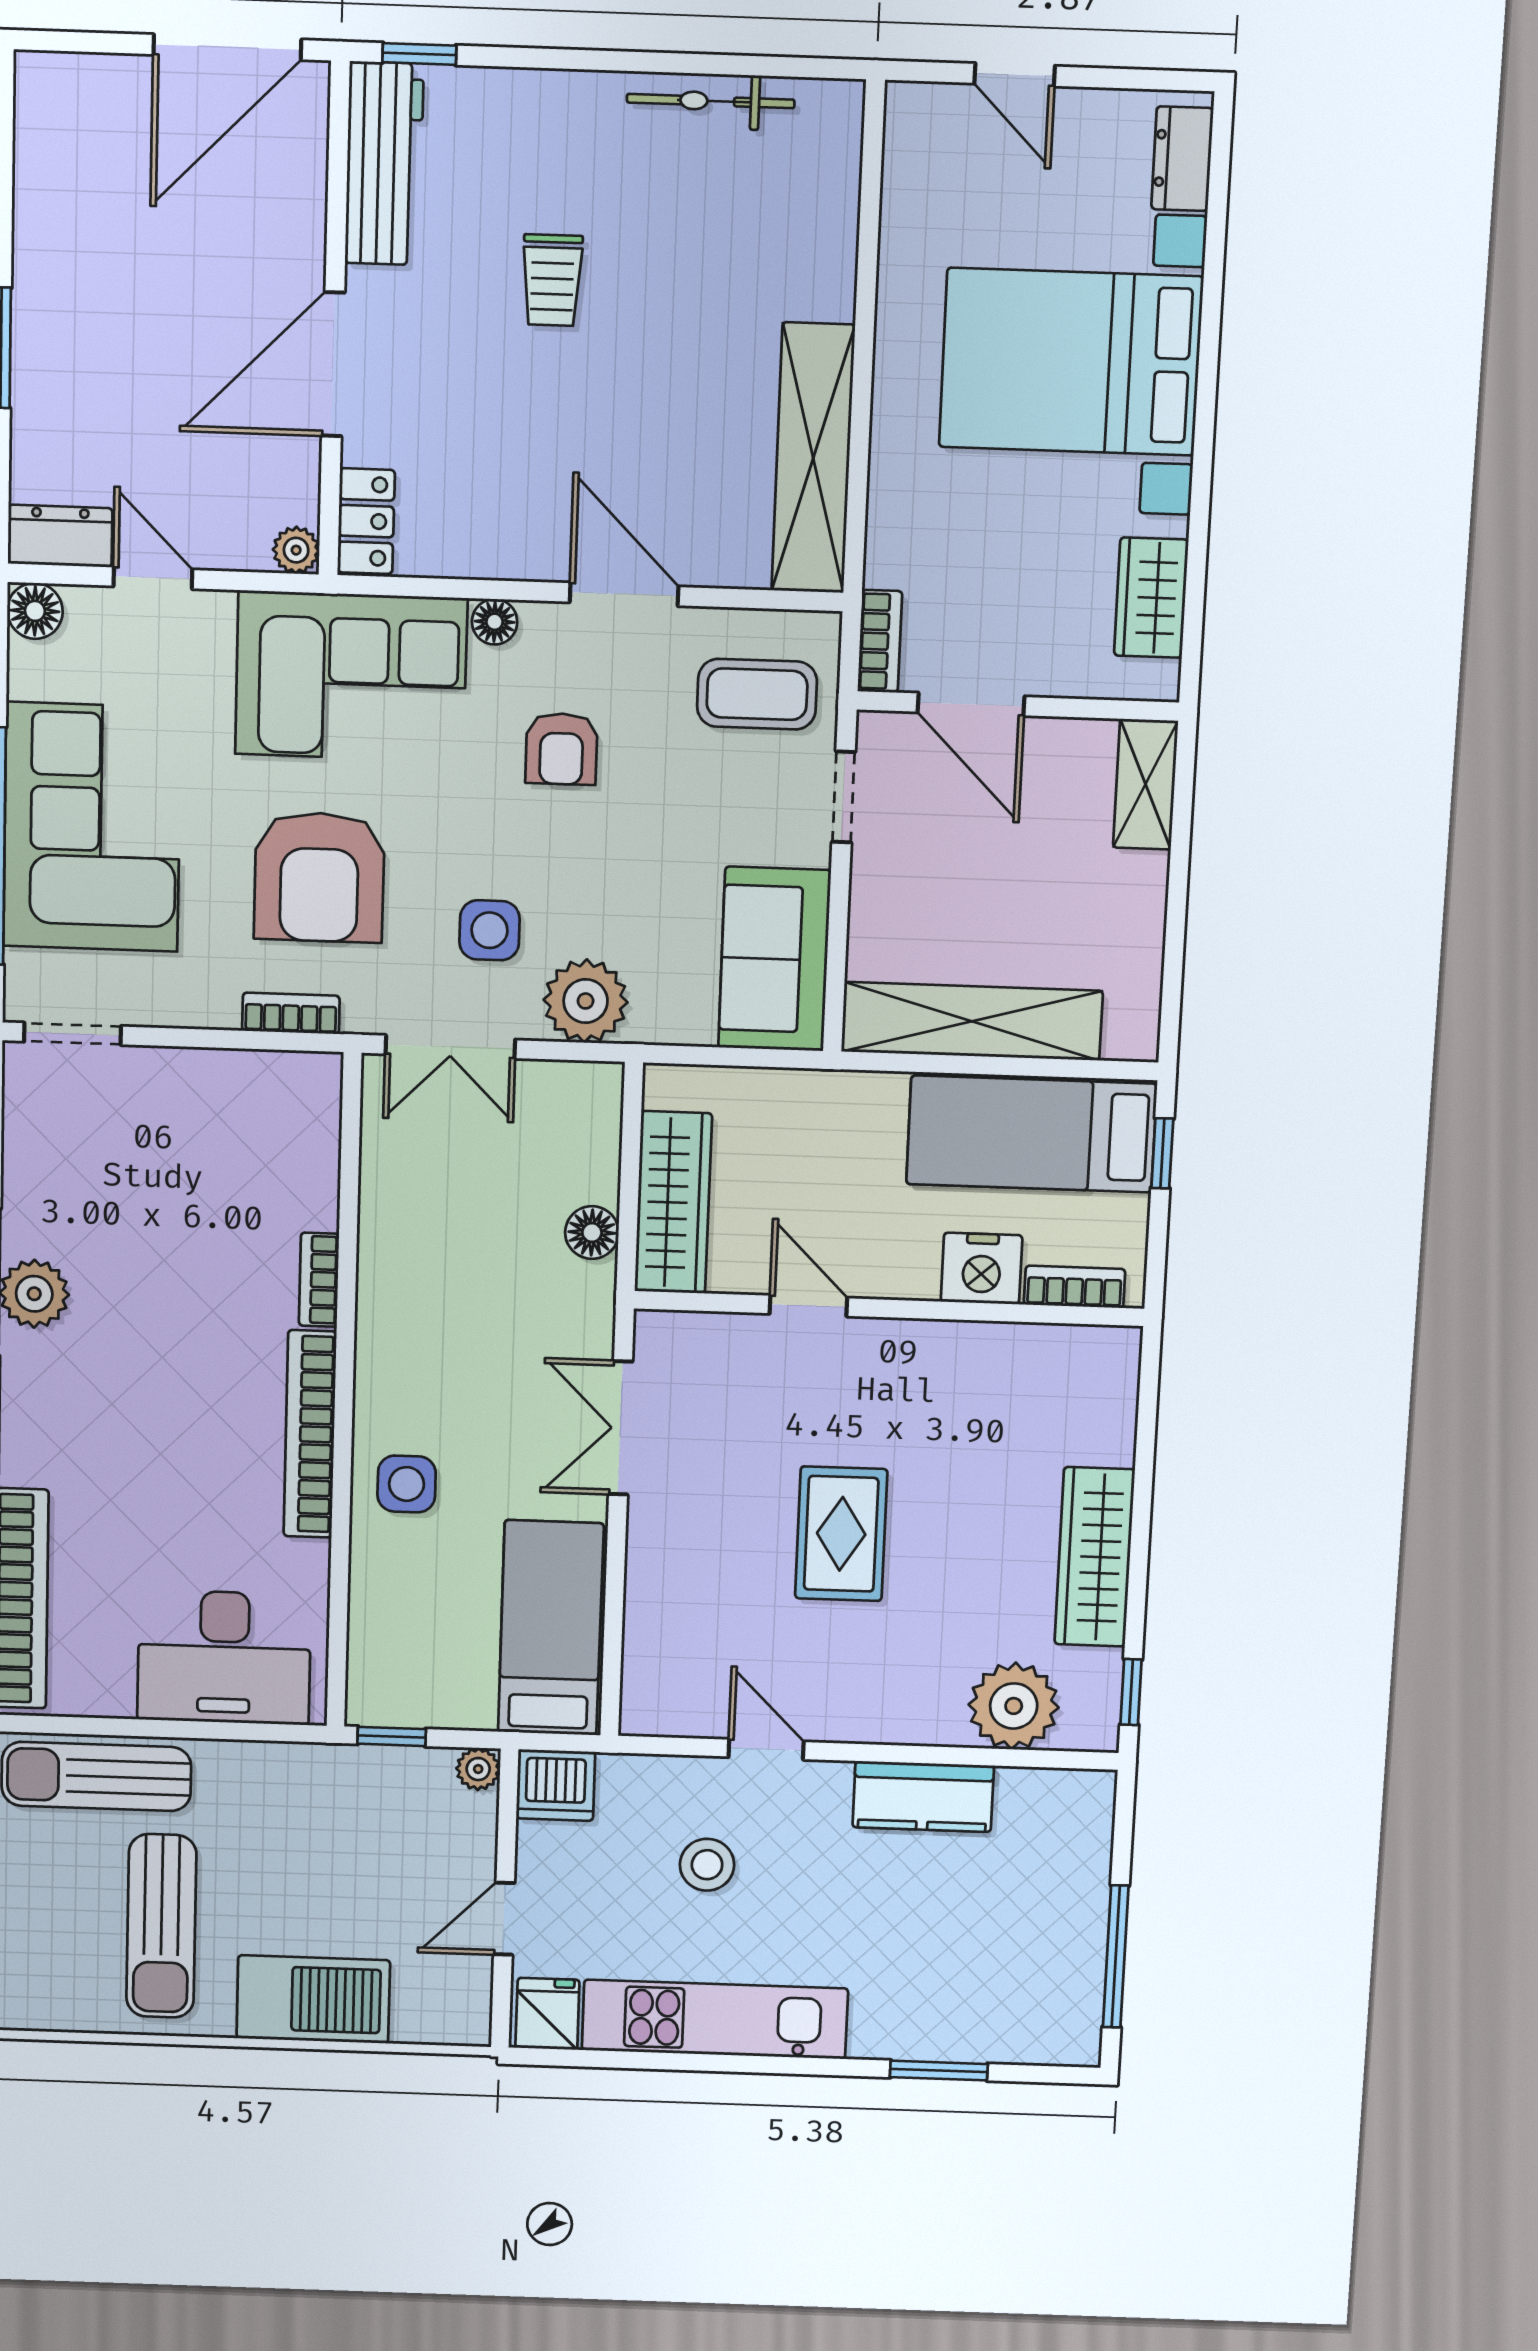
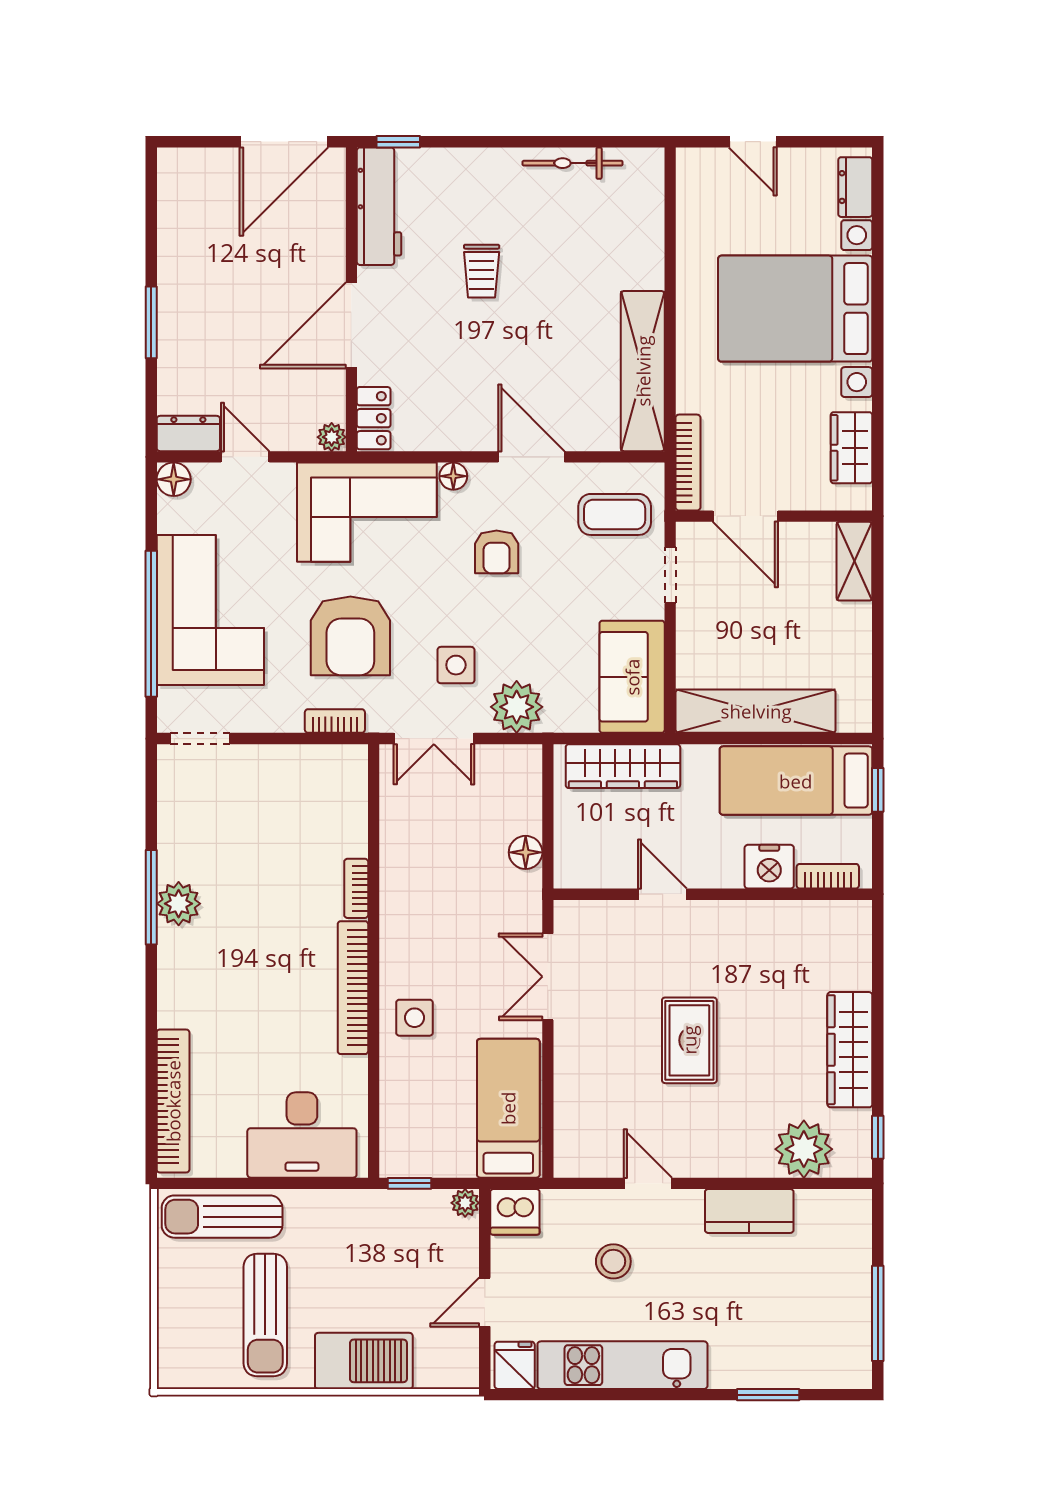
bookcase: (880, 641) -> (688, 463), width x1.56
wardrobe: (673, 1202) -> (623, 766), moved, turned 90

